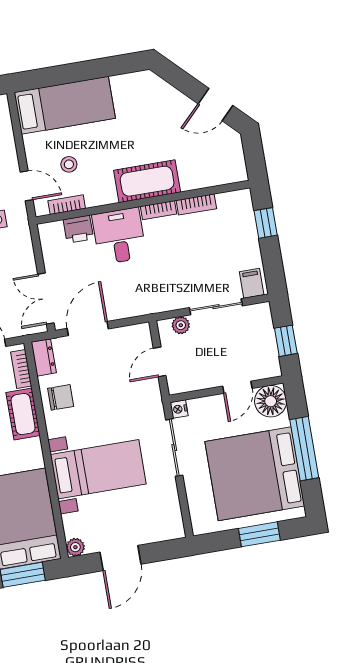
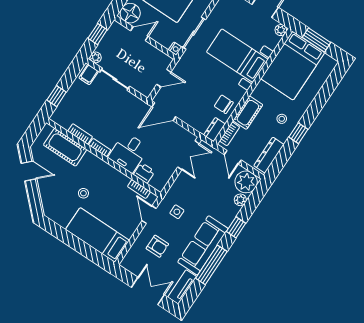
stool: (69, 164) -> (83, 193), moved
cot: (147, 181) -> (65, 147), moved
plant: (181, 325) -> (96, 57), moved
door: (88, 329) -> (164, 112), moved

